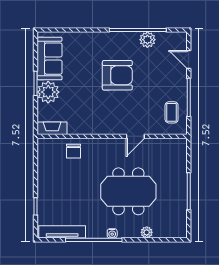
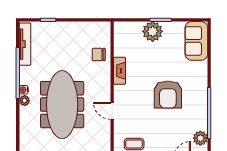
plant: (147, 40) -> (200, 138), moved
sofa: (50, 59) -> (196, 41), moved, turned 90
fireplace: (52, 128) -> (119, 71), moved
meeting table: (128, 191) -> (62, 105), width x1.36
plant: (147, 232) -> (25, 101), moved

